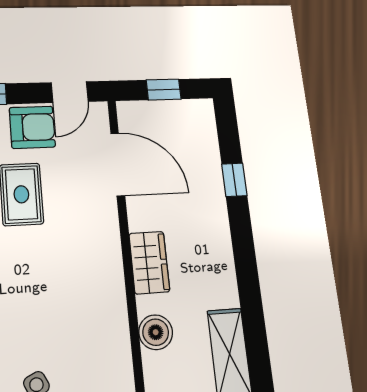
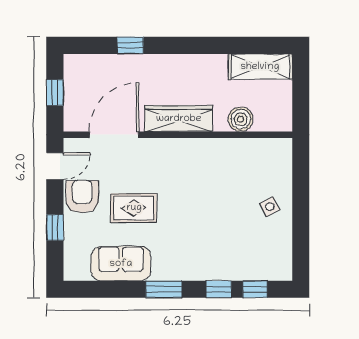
door: (70, 92) -> (55, 166), hinge flipped
wardrobe: (149, 263) -> (179, 119), width x1.50

